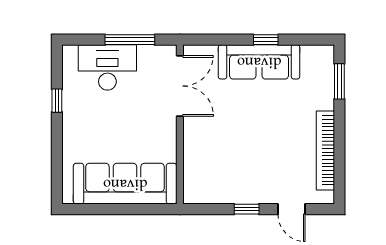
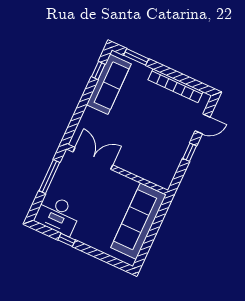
window: (266, 40) -> (98, 70), moved
sofa: (259, 62) -> (109, 84), moved
desk: (107, 67) -> (58, 215), moved, turned -90

